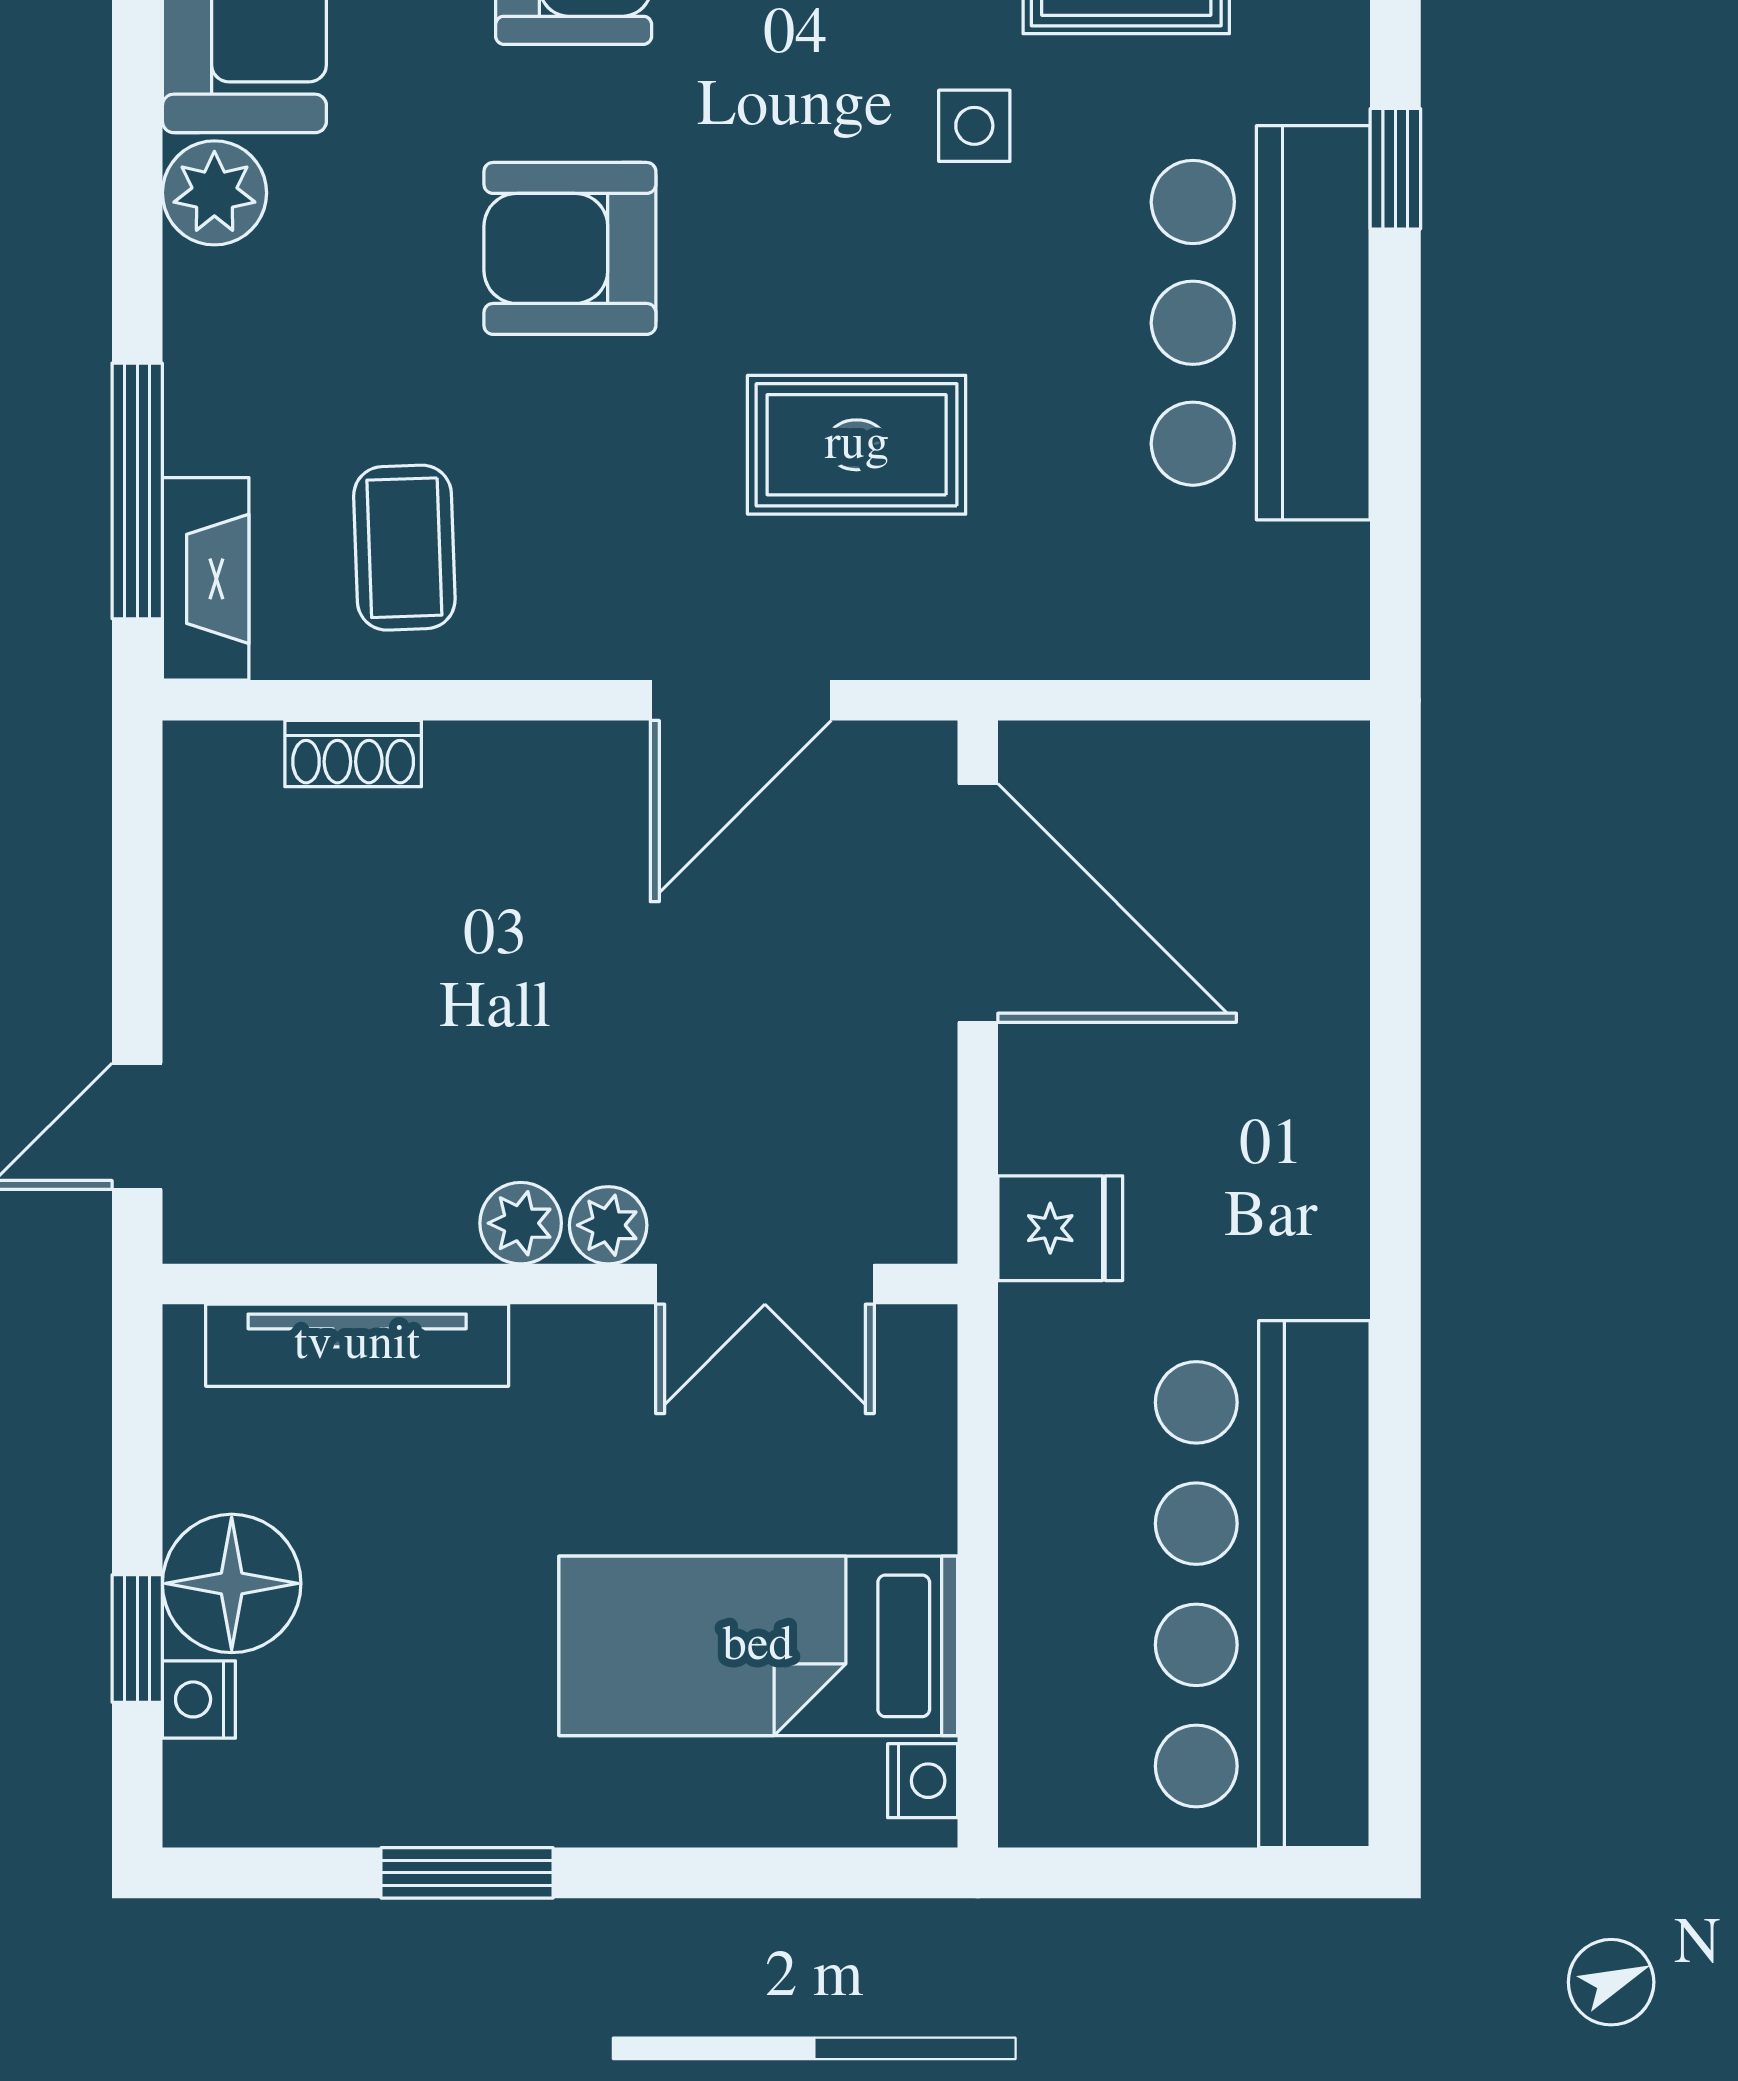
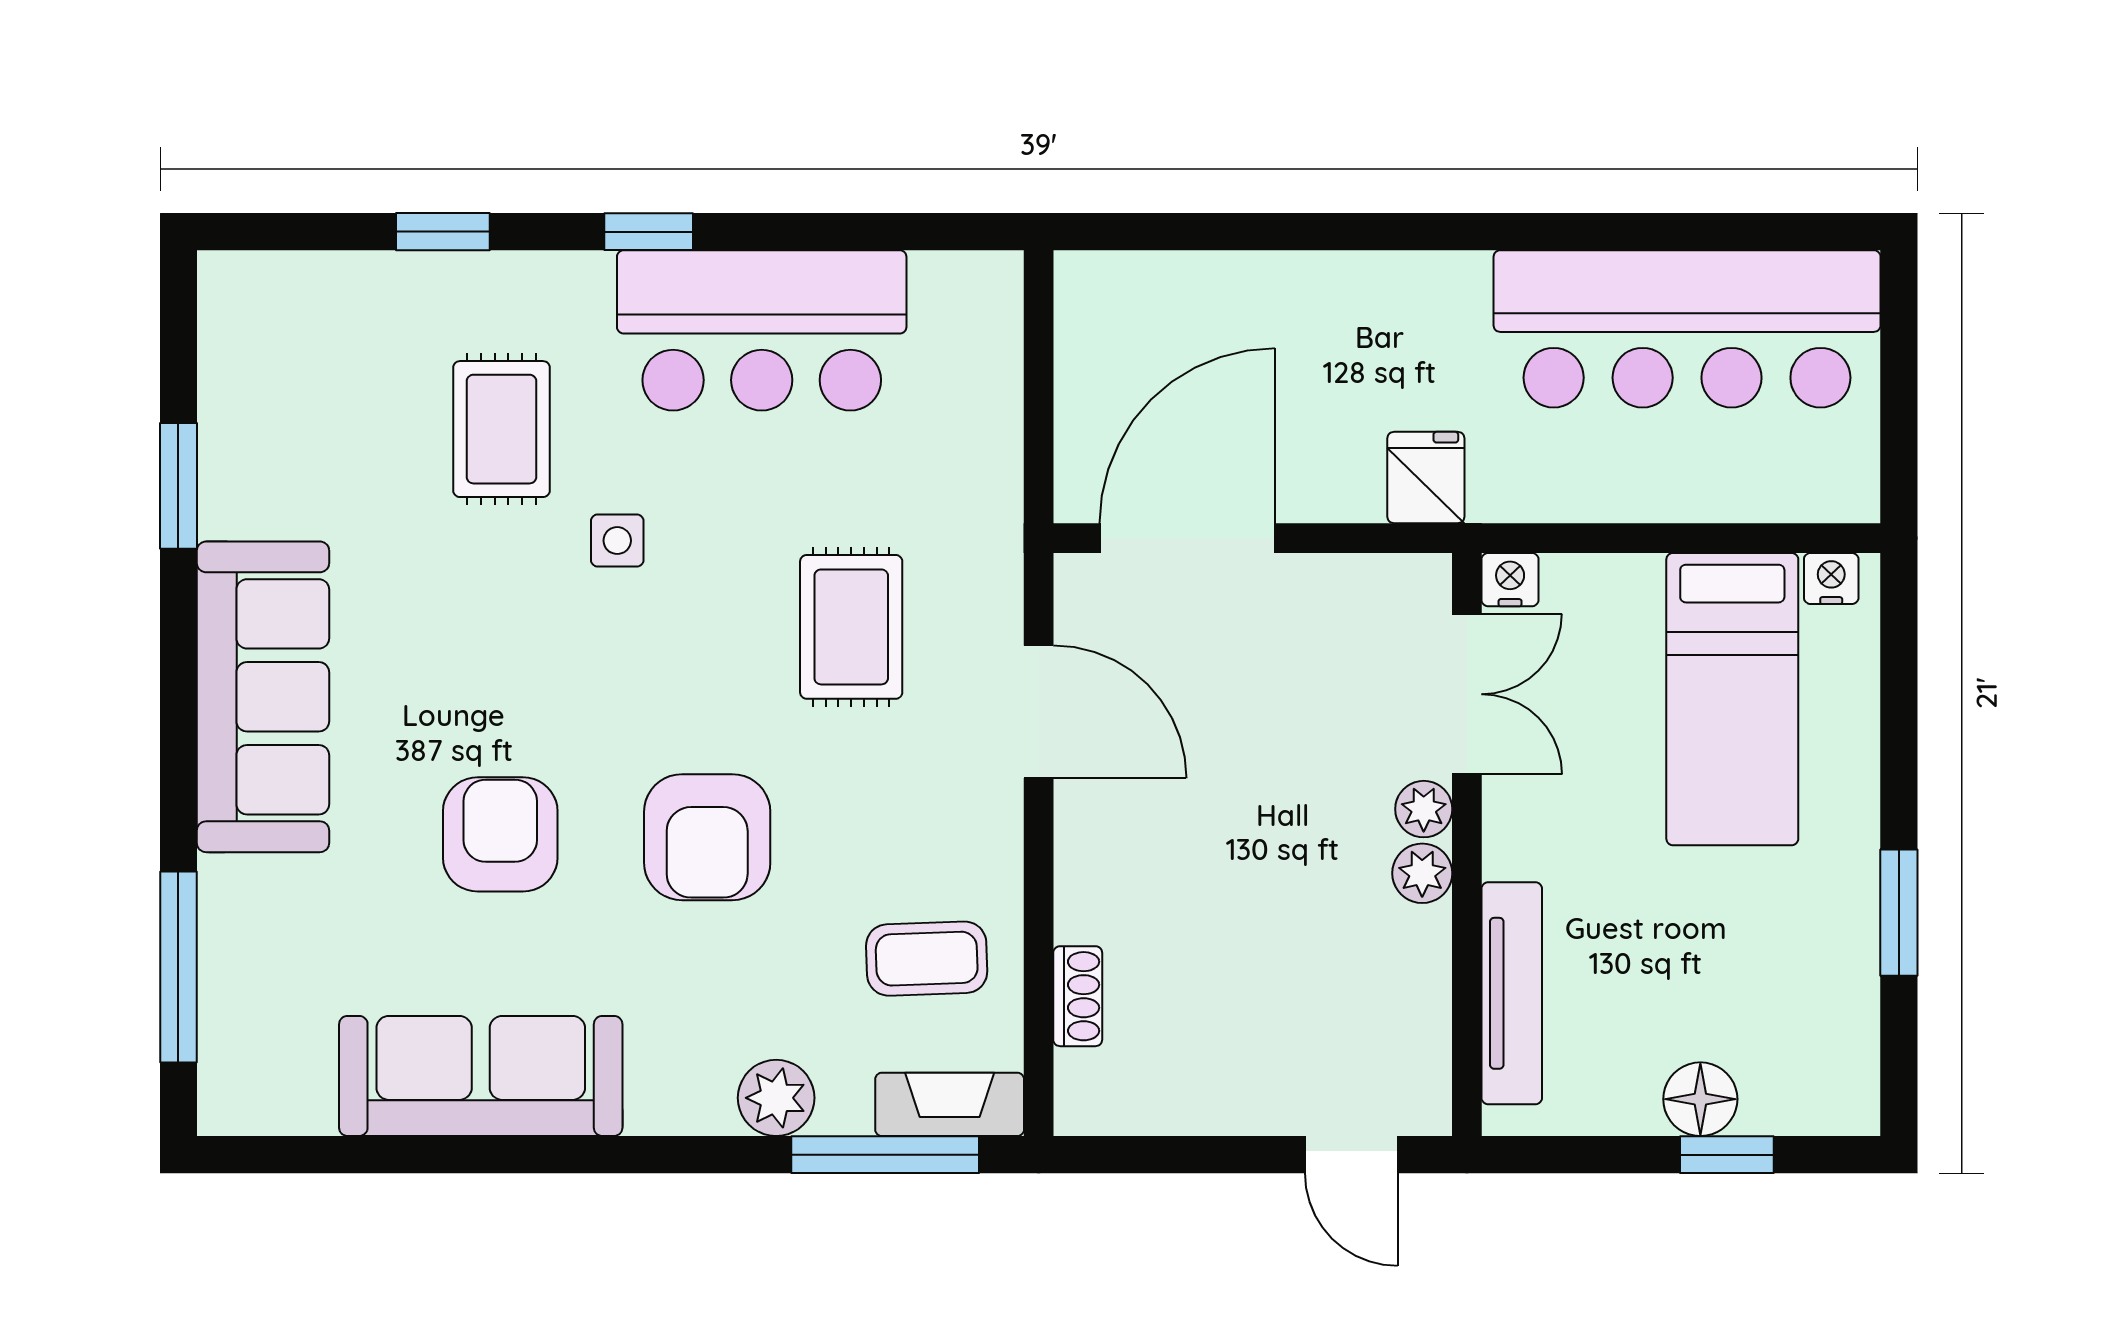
plant: (214, 193) -> (776, 1098), moved
floor lamp: (232, 1583) -> (1700, 1099), width x0.73, depth x0.73
nightstand: (199, 1699) -> (1510, 580), moved, turned 180

